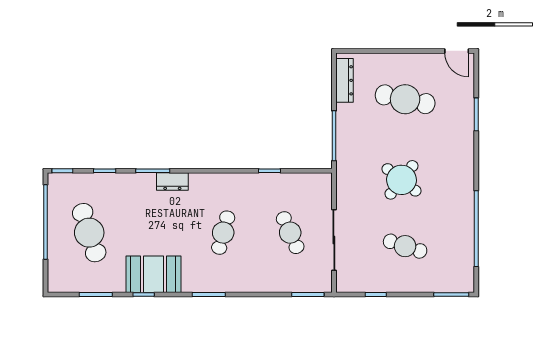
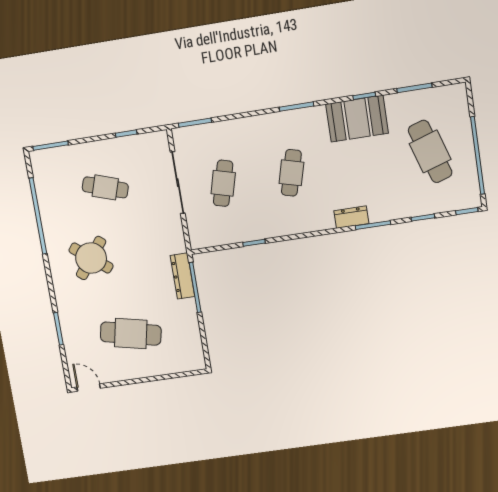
dresser: (344, 80) -> (182, 276), moved
round table: (401, 180) -> (91, 258), moved
cafe table: (290, 233) -> (223, 183), turned 39

